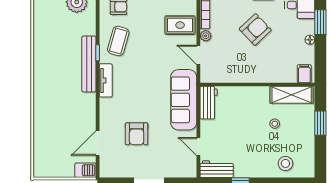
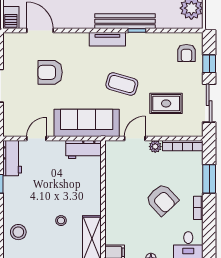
rug: (180, 25) -> (166, 103), moved, turned 90
coffee table: (118, 41) -> (122, 84), moved

